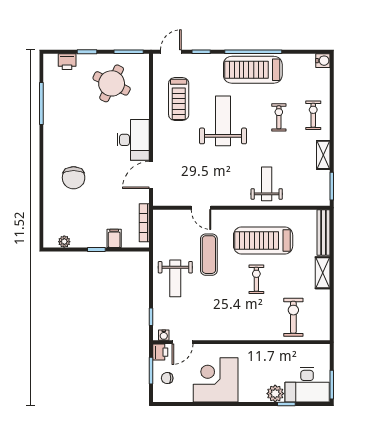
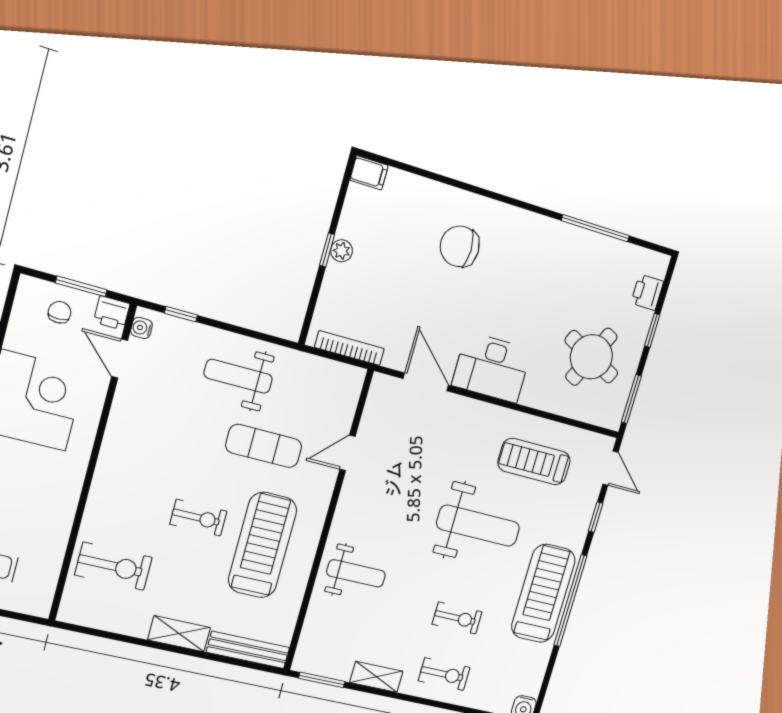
filing cabinet: (114, 238) -> (369, 173), moved
plant: (64, 242) -> (342, 251), moved

